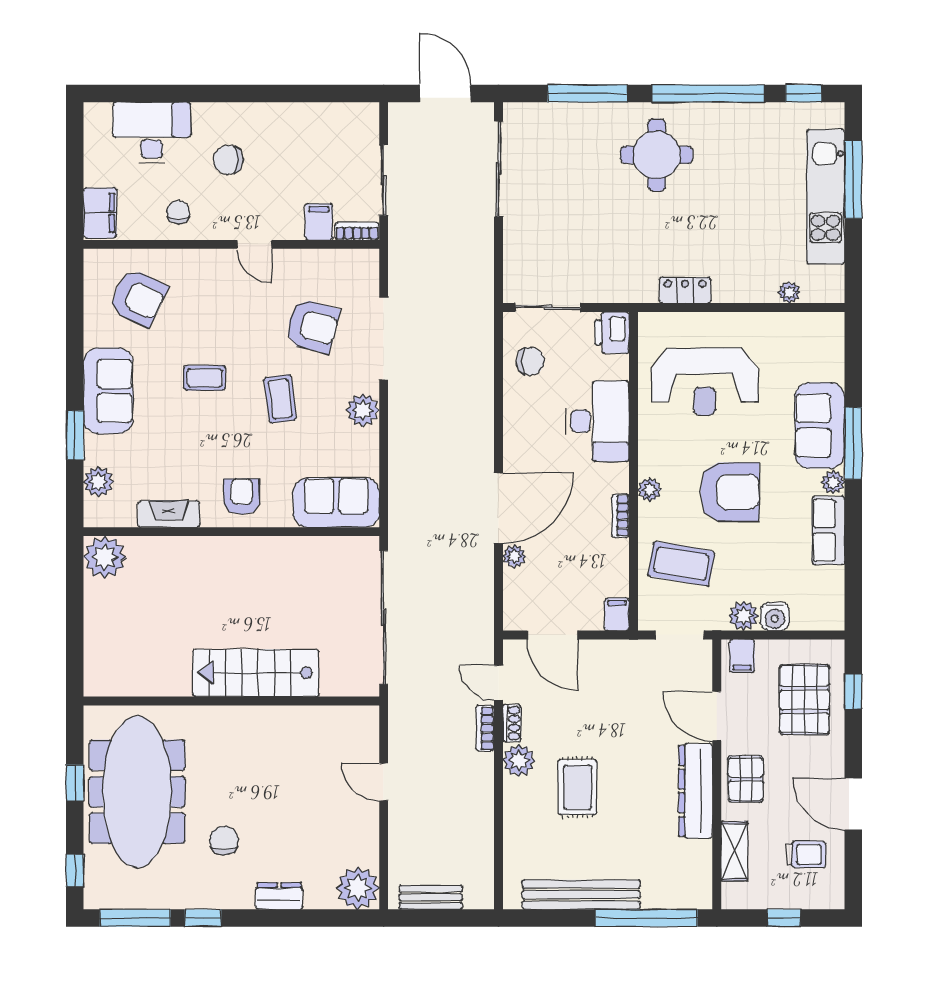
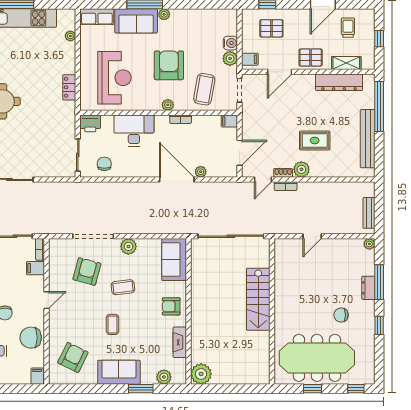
chair: (178, 212) -> (31, 338), width x1.87, depth x1.87
filing cabinet: (100, 213) -> (37, 376), width x0.50
row of seats: (828, 530) -> (97, 17), moved
pallet: (805, 700) -> (271, 28), width x0.67, depth x0.71
dresser: (696, 791) -> (339, 82), moved
plant: (358, 888) -> (369, 244), width x0.53, depth x0.53
window: (135, 918) -> (379, 282), moved

